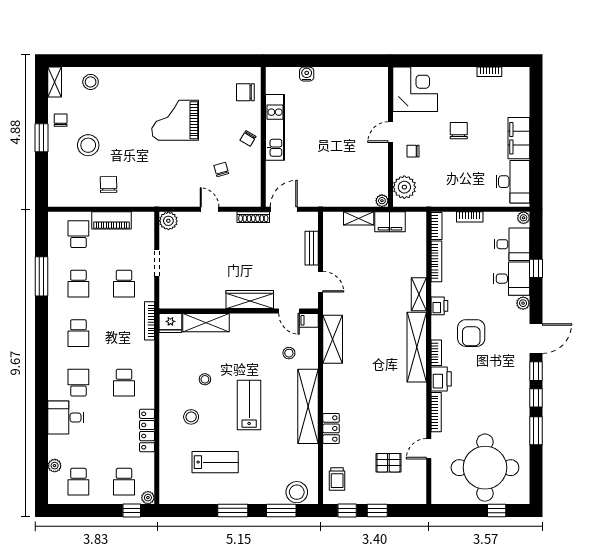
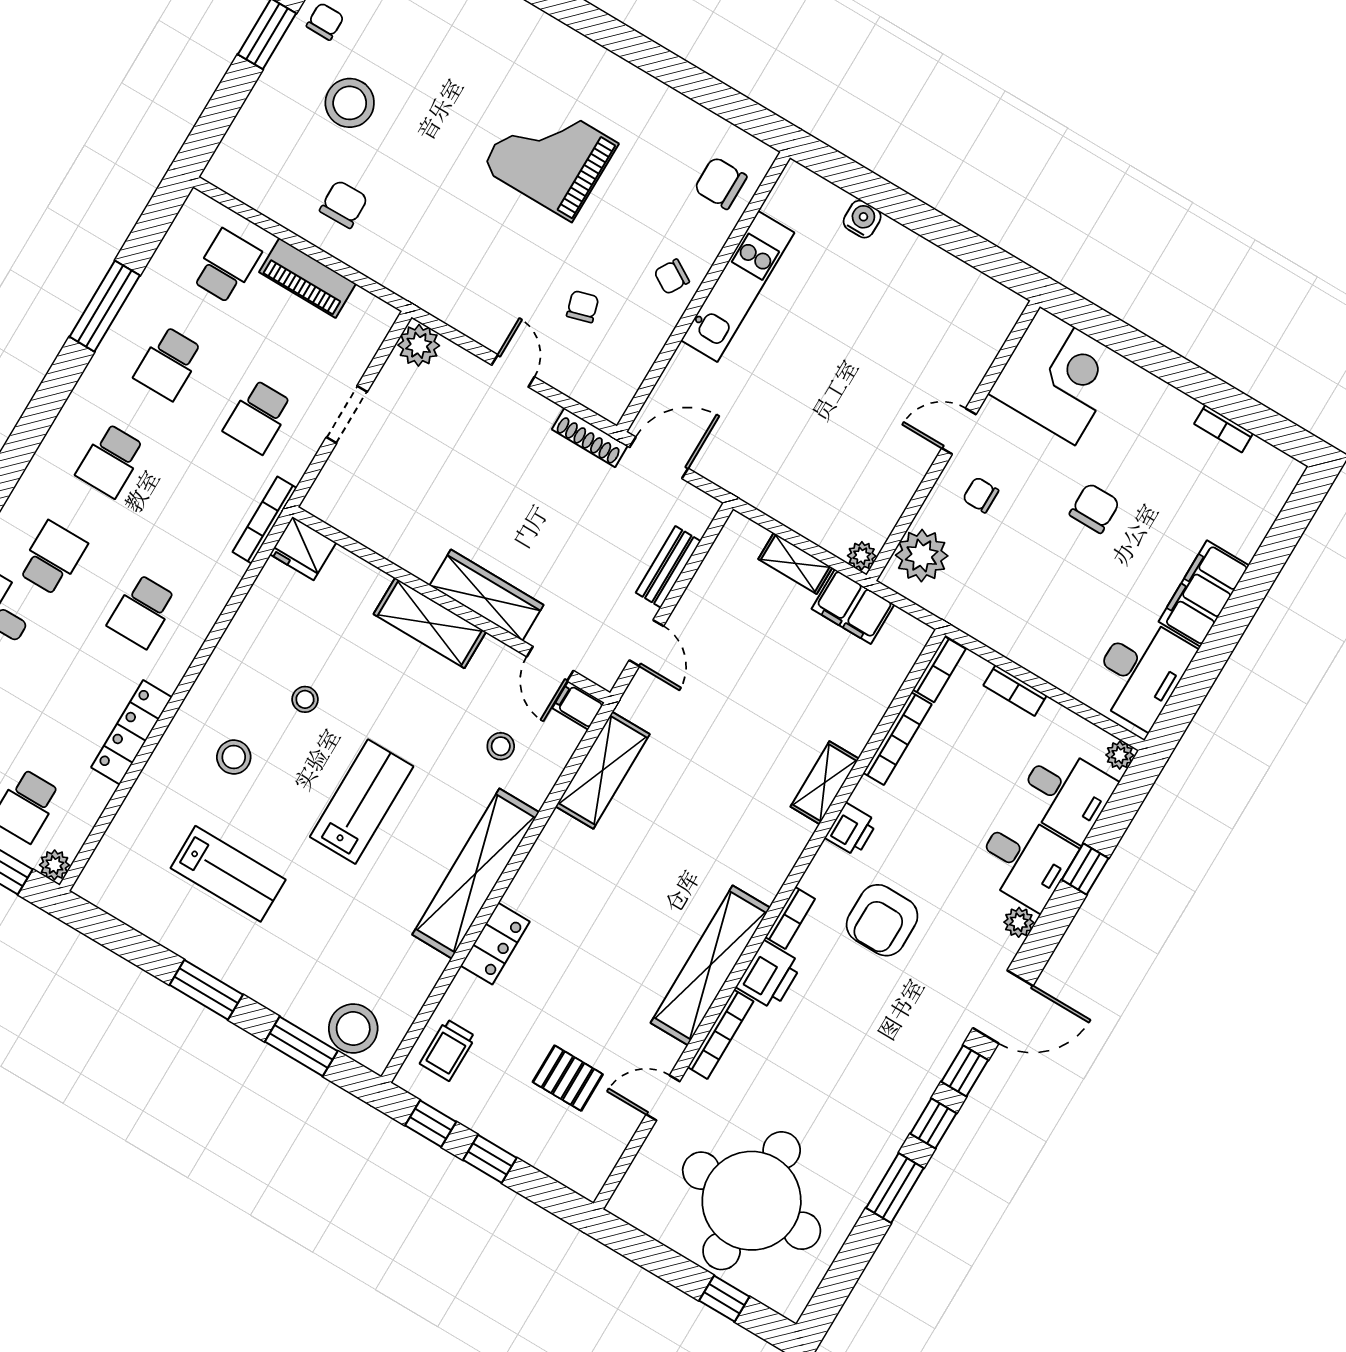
shelving: (206, 323) -> (430, 623), moved
shelving: (417, 347) -> (710, 965), moved

